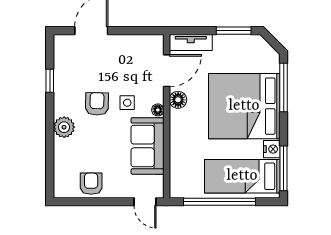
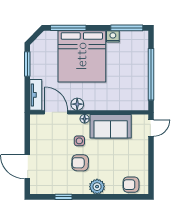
bed: (242, 176) -> (133, 58), removed
armchair: (91, 184) -> (131, 185), moved

